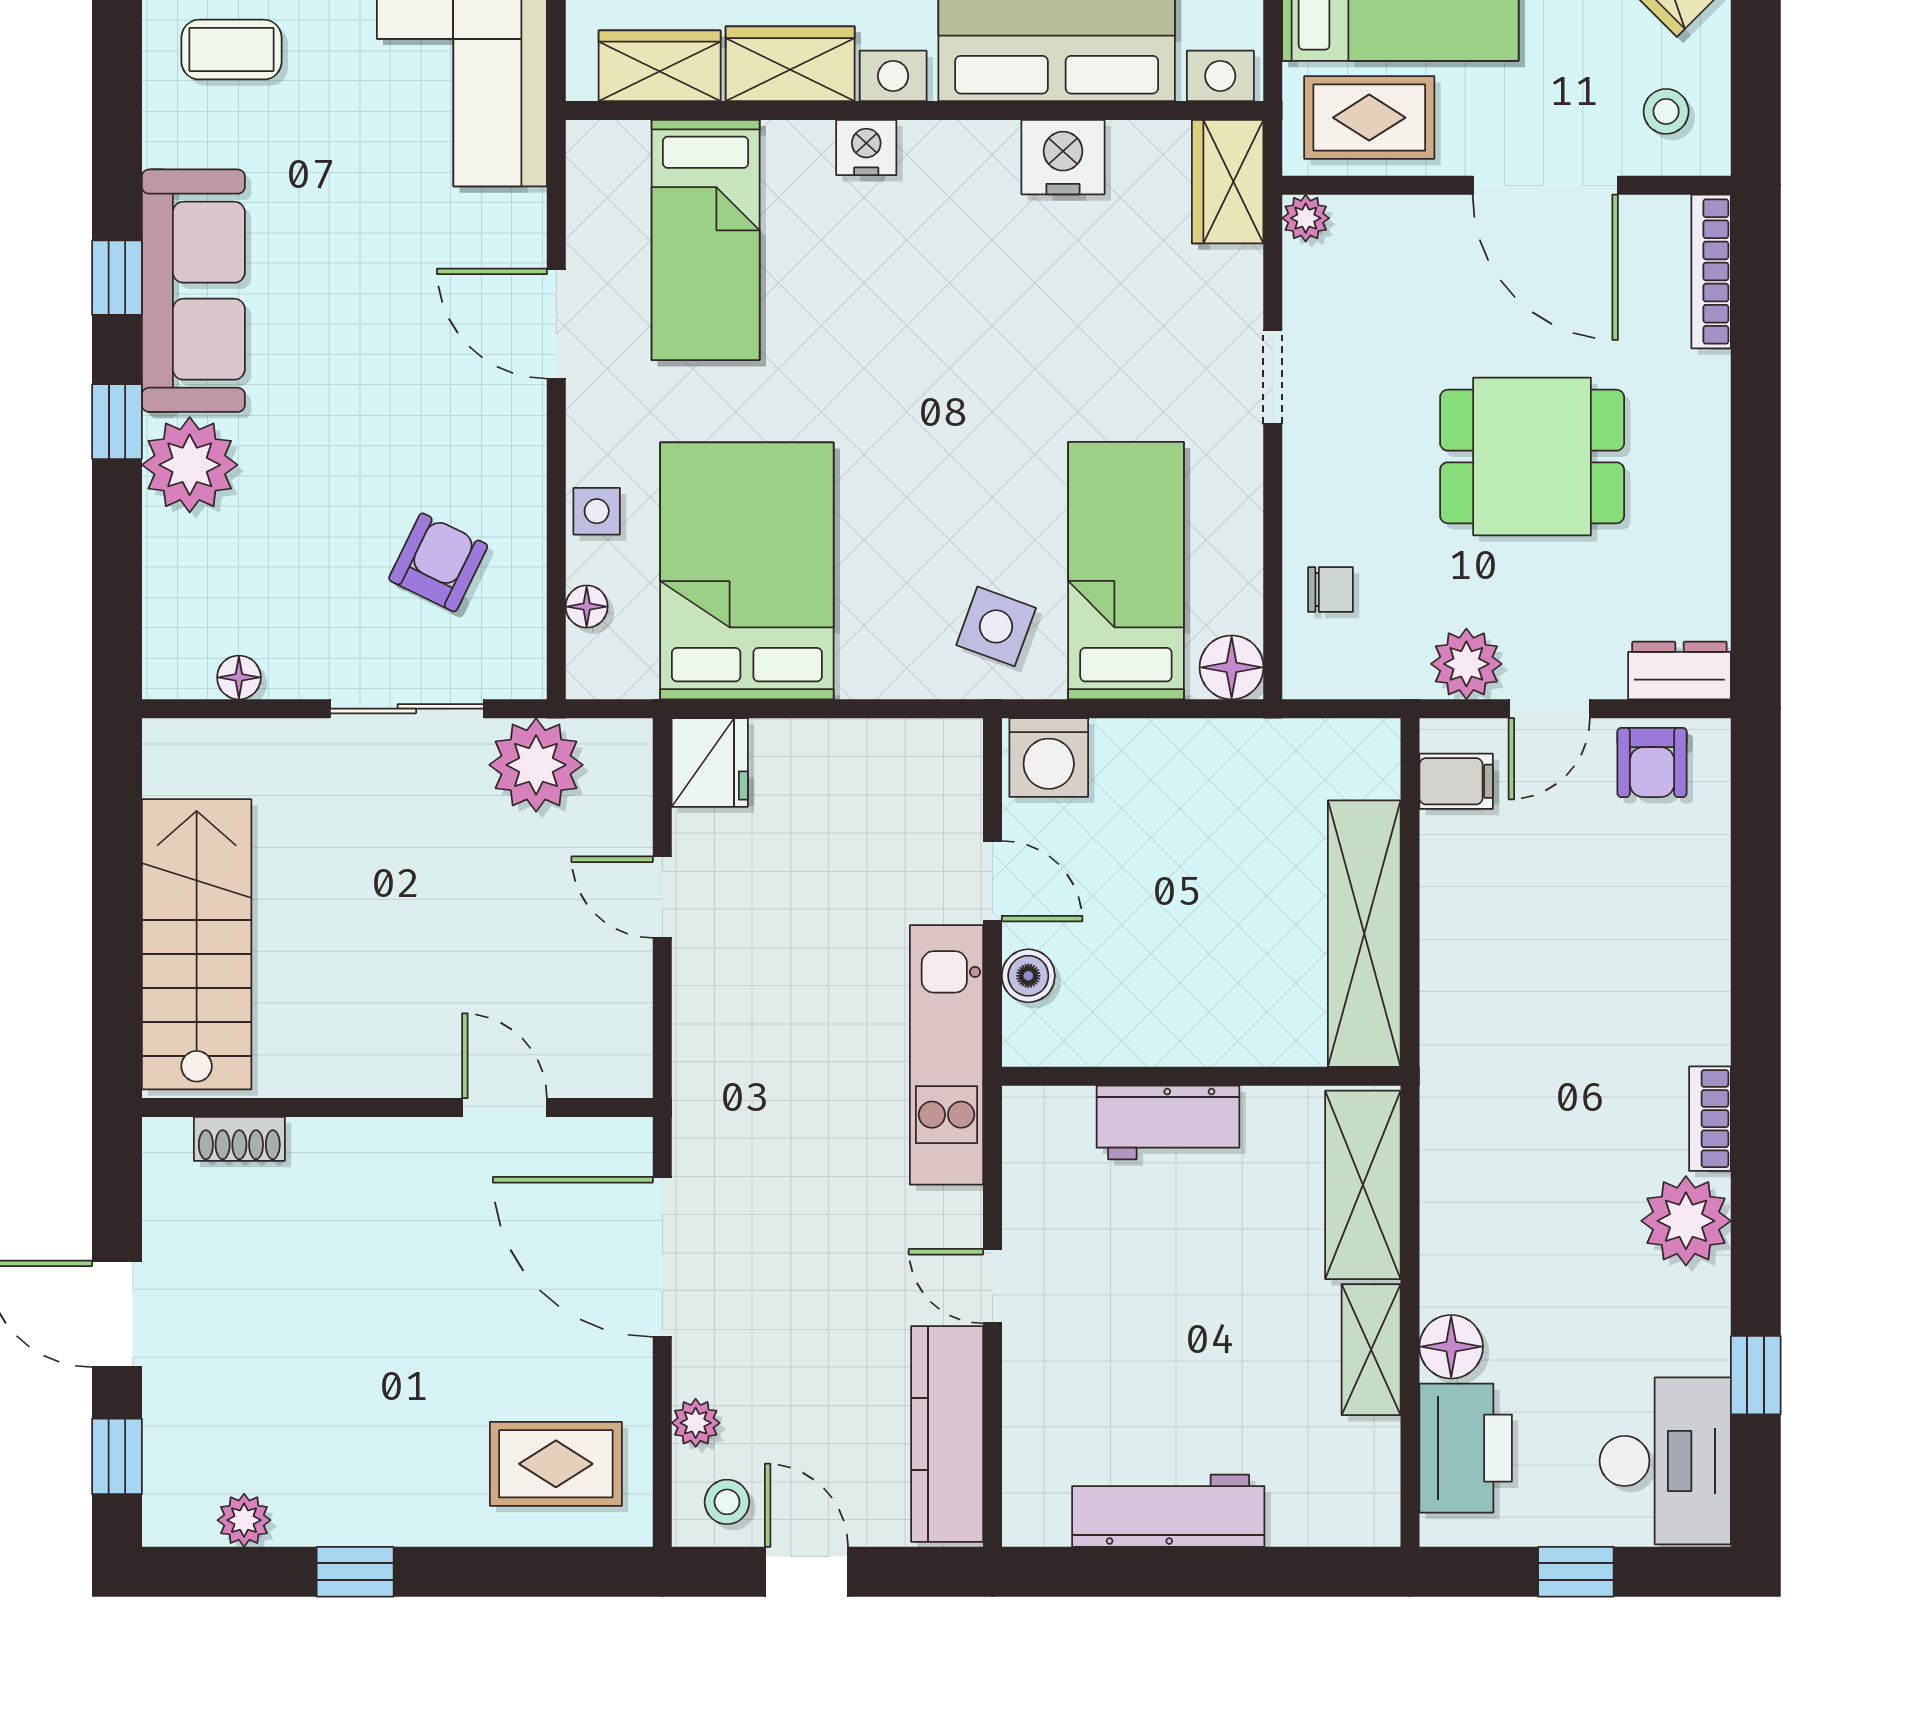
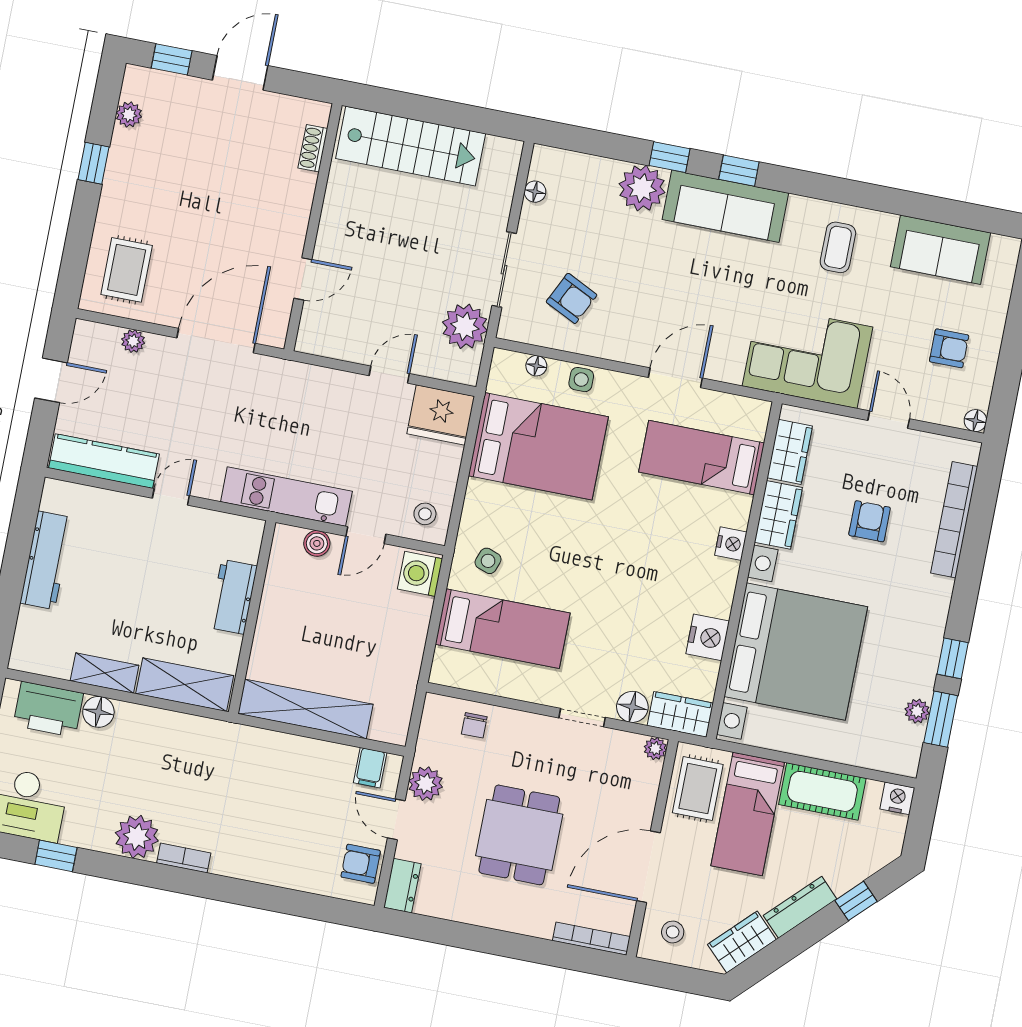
side table: (996, 626) -> (488, 561), width x0.73, depth x0.73
floor lamp: (1232, 667) -> (632, 707), moved
fridge: (710, 762) -> (441, 415), width x1.36, depth x1.34
stool: (727, 1502) -> (425, 514), moved

